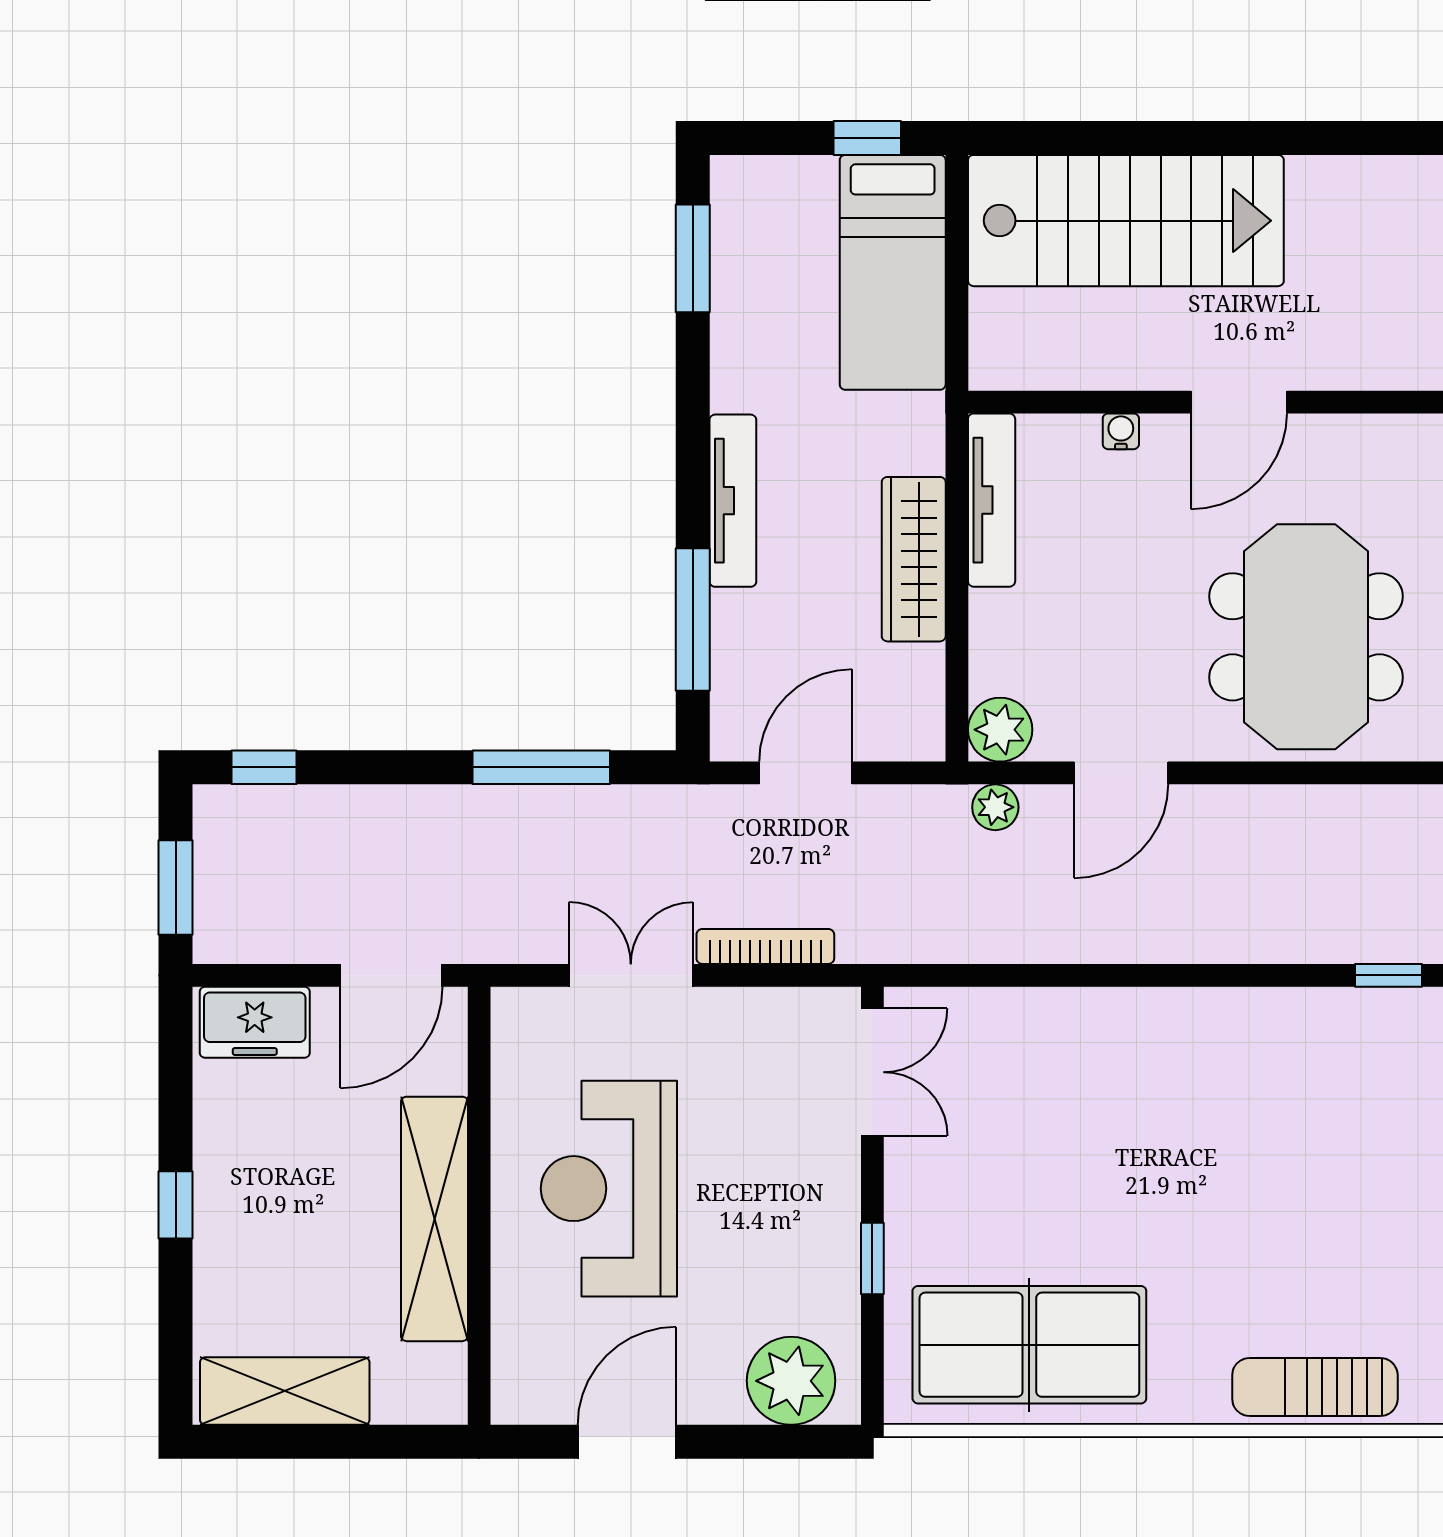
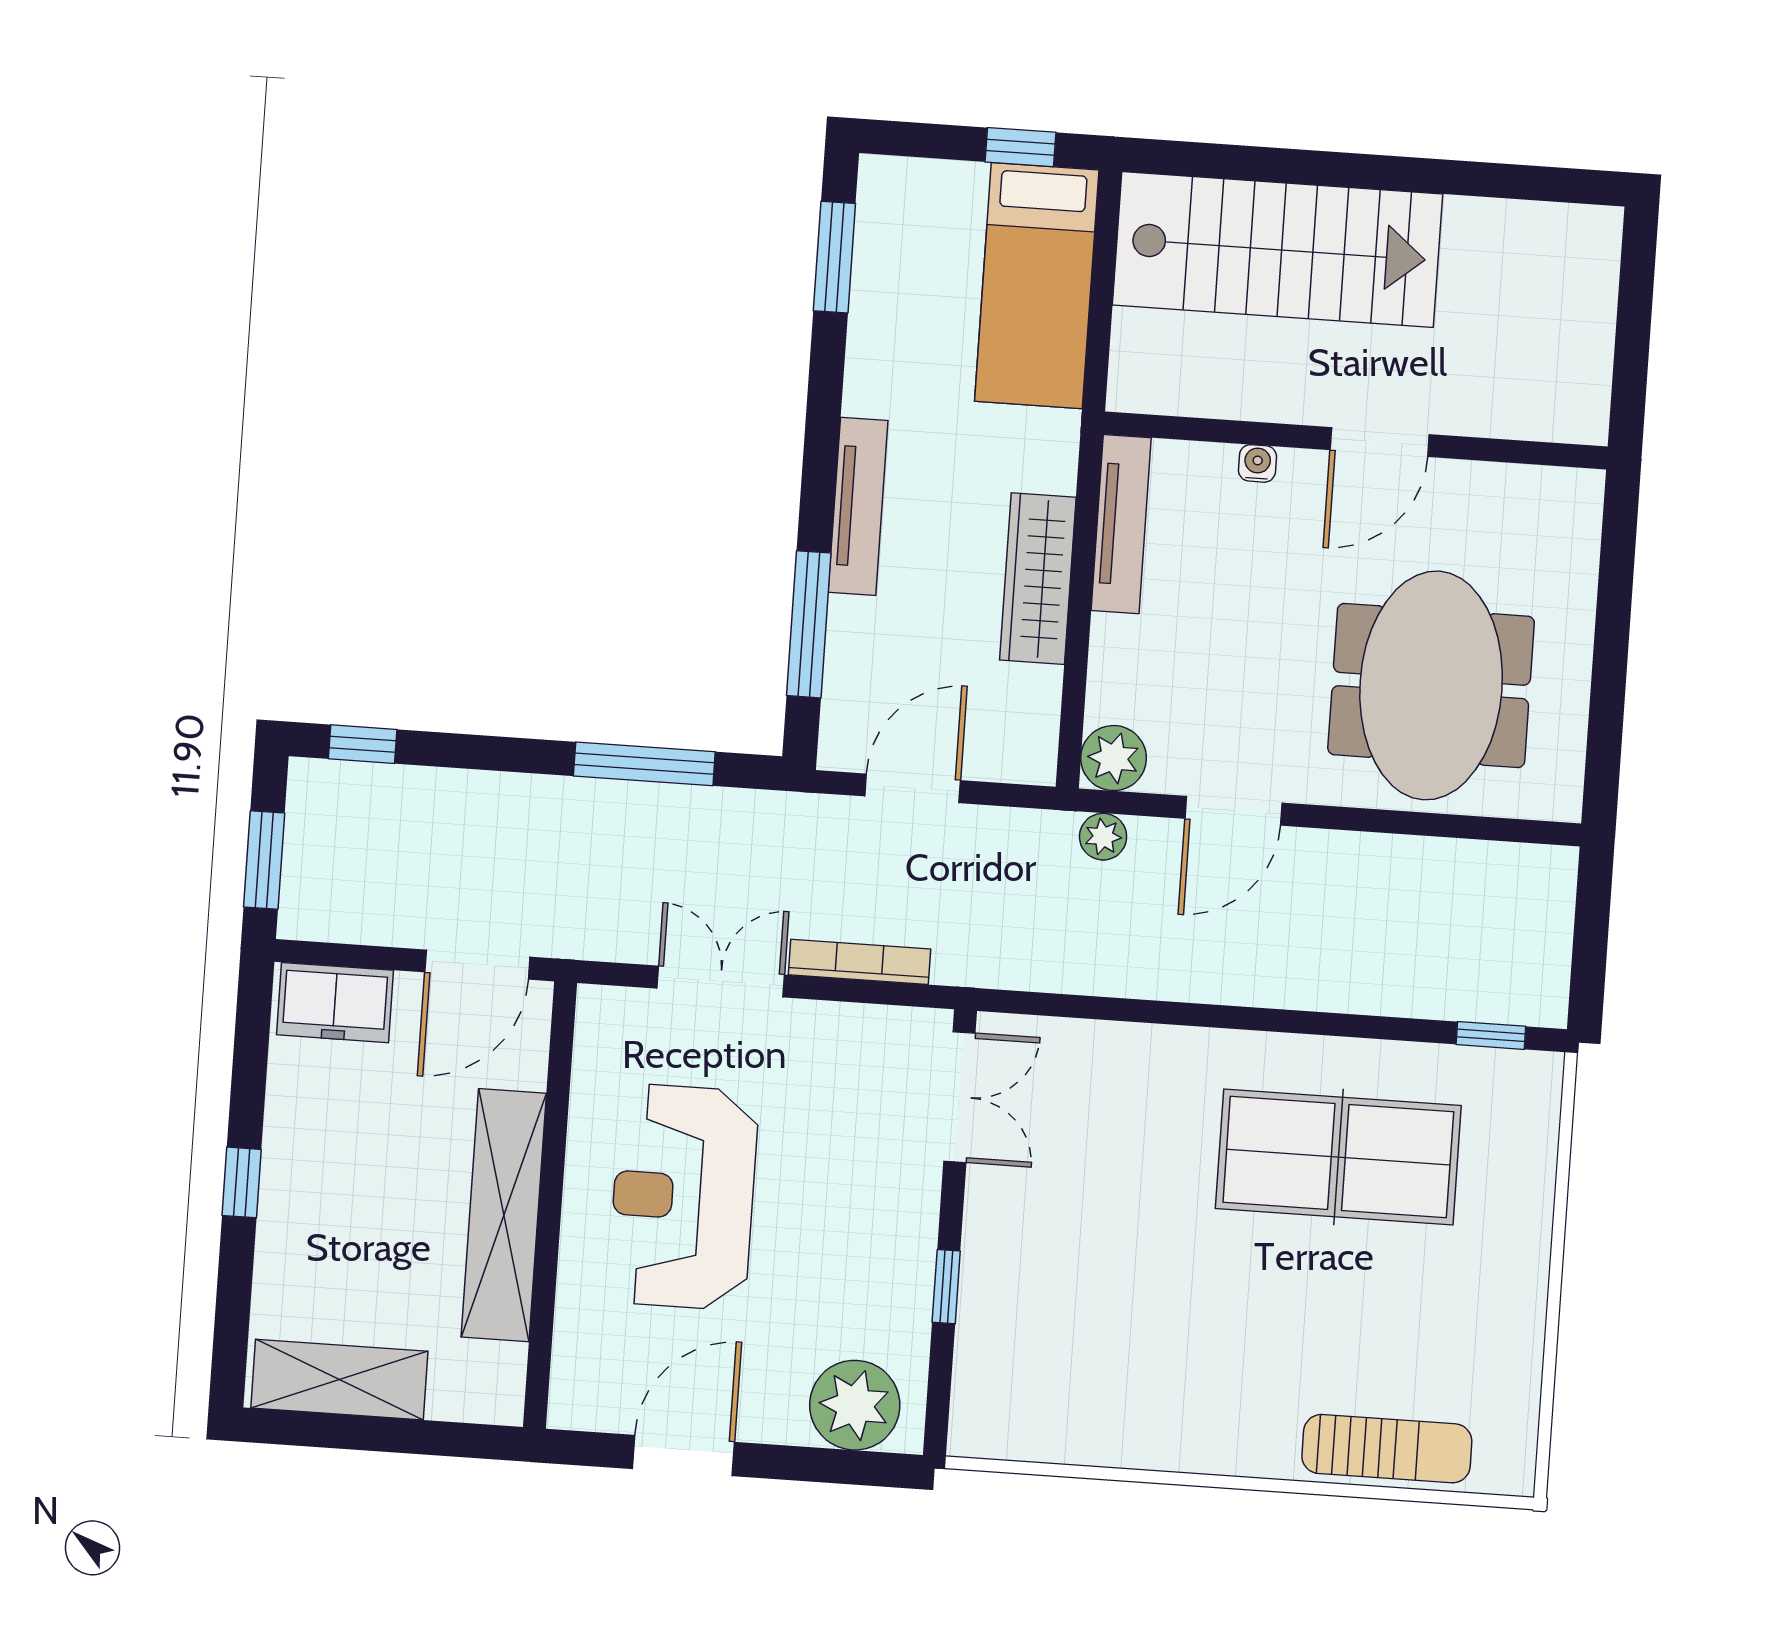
table tennis table: (1029, 1345) -> (1338, 1157), moved
sun lounger: (1315, 1387) -> (1387, 1449), turned 180

